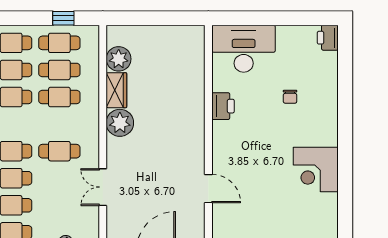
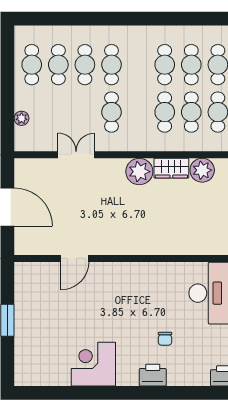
chair: (290, 97) -> (165, 339), turned -90
printer: (223, 106) -> (153, 375), moved, turned 180

